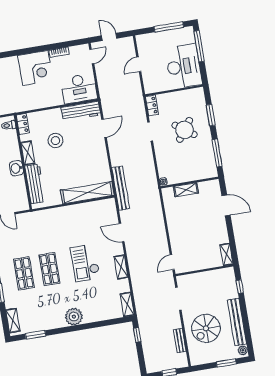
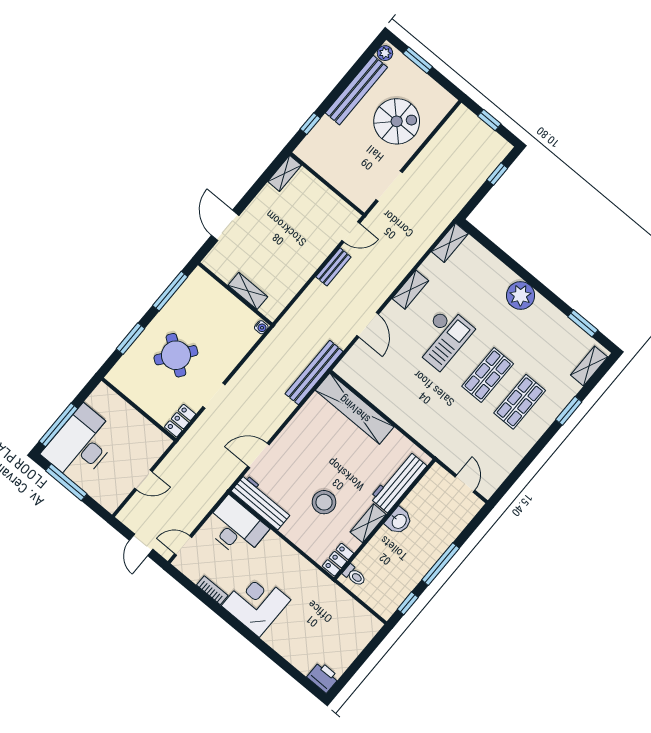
desk: (184, 66) -> (81, 444), moved
window: (137, 335) -> (497, 174), moved
bench: (180, 340) -> (333, 267), moved

